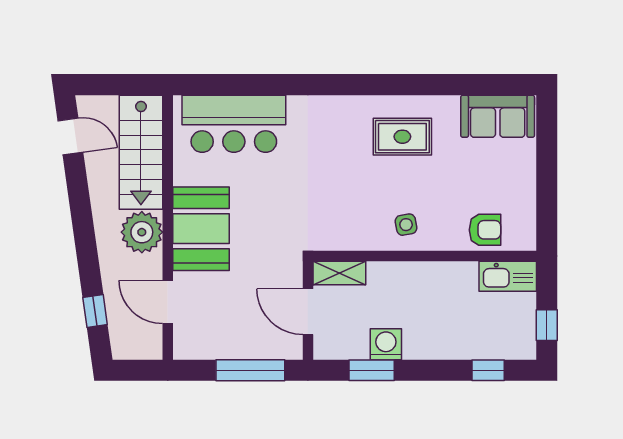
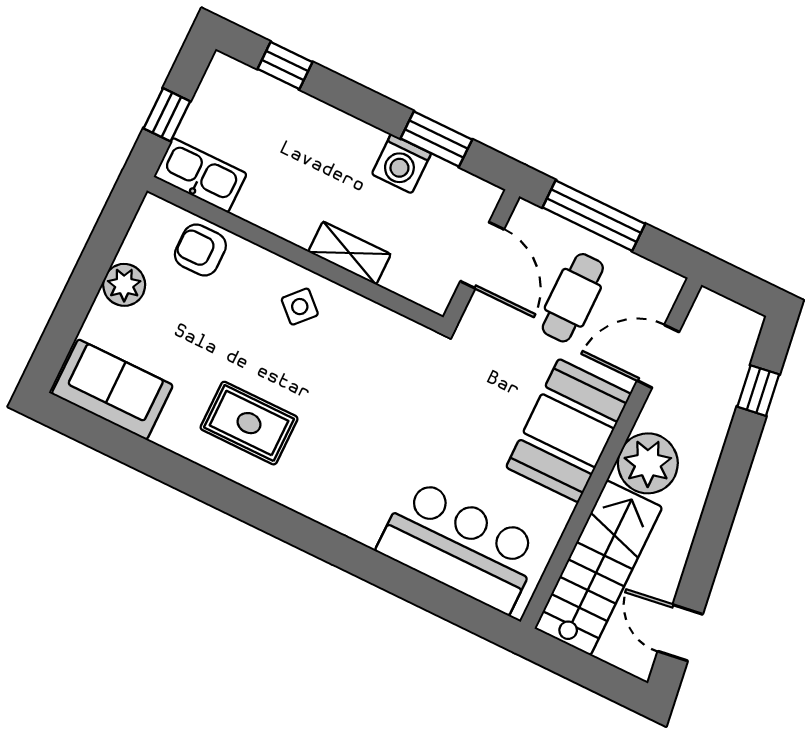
plant: (522, 185) -> (124, 285), added
side table: (406, 225) -> (300, 307), turned -37
shelving: (339, 273) -> (349, 253), moved
door: (168, 302) -> (658, 356), swing flipped
cafe table: (239, 313) -> (573, 298), added
window: (547, 325) -> (167, 115), moved

